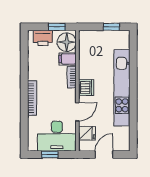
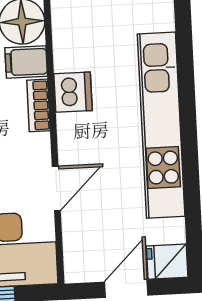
dishwasher: (86, 88) -> (73, 92), moved
fridge: (87, 133) -> (167, 262), moved, turned 180

